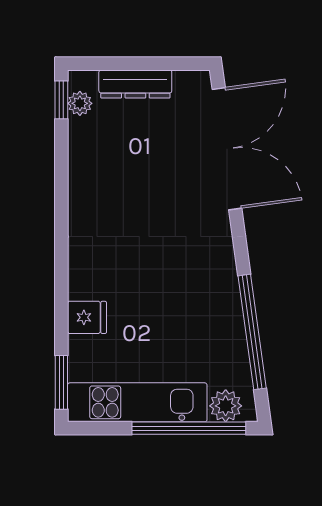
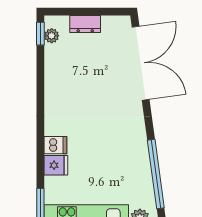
dresser: (135, 84) -> (85, 24), width x0.70
dishwasher: (86, 284) -> (55, 145), added

